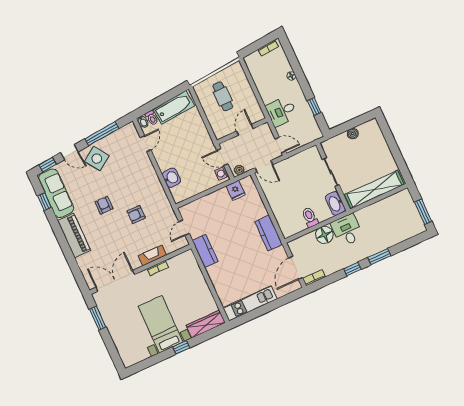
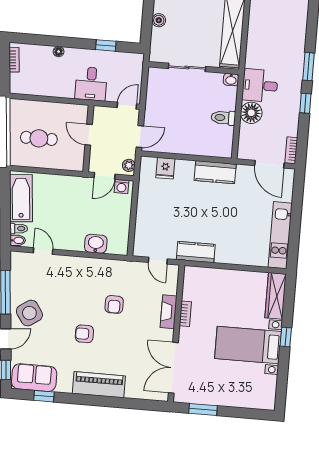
fridge: (236, 190) -> (165, 168), moved, turned 90
sofa: (56, 193) -> (34, 378), width x0.73
washbasin: (335, 204) -> (231, 80), width x0.52, depth x0.69

